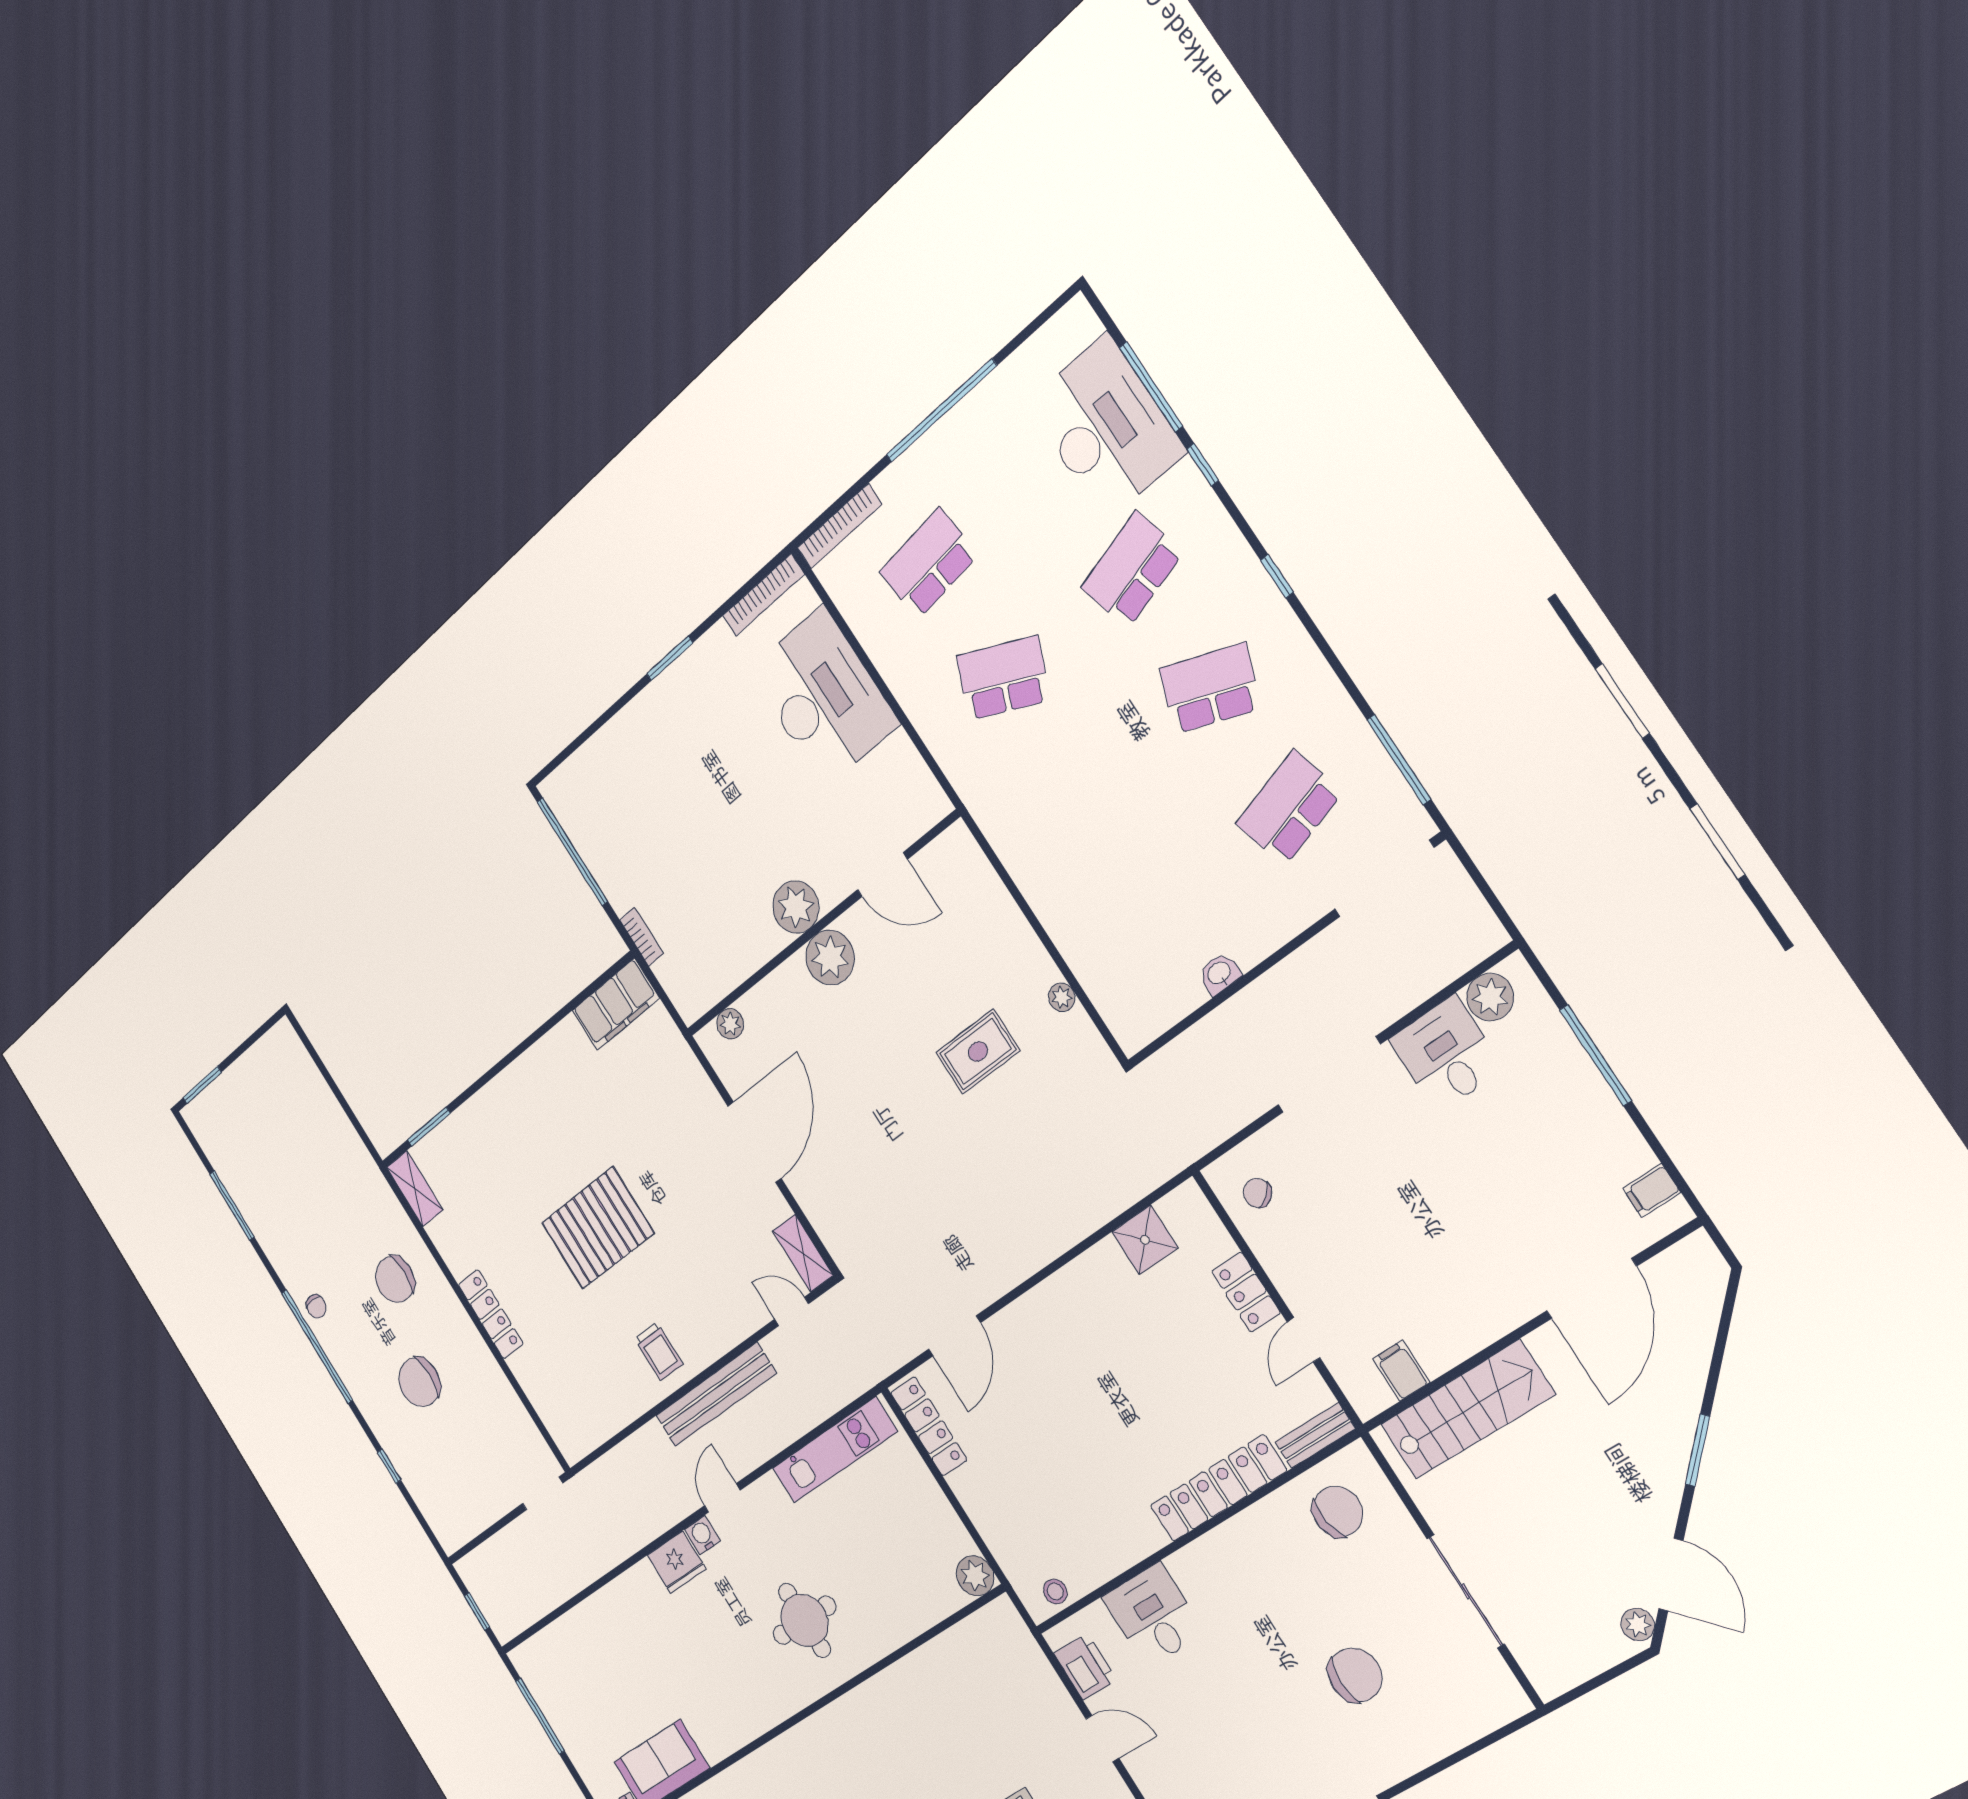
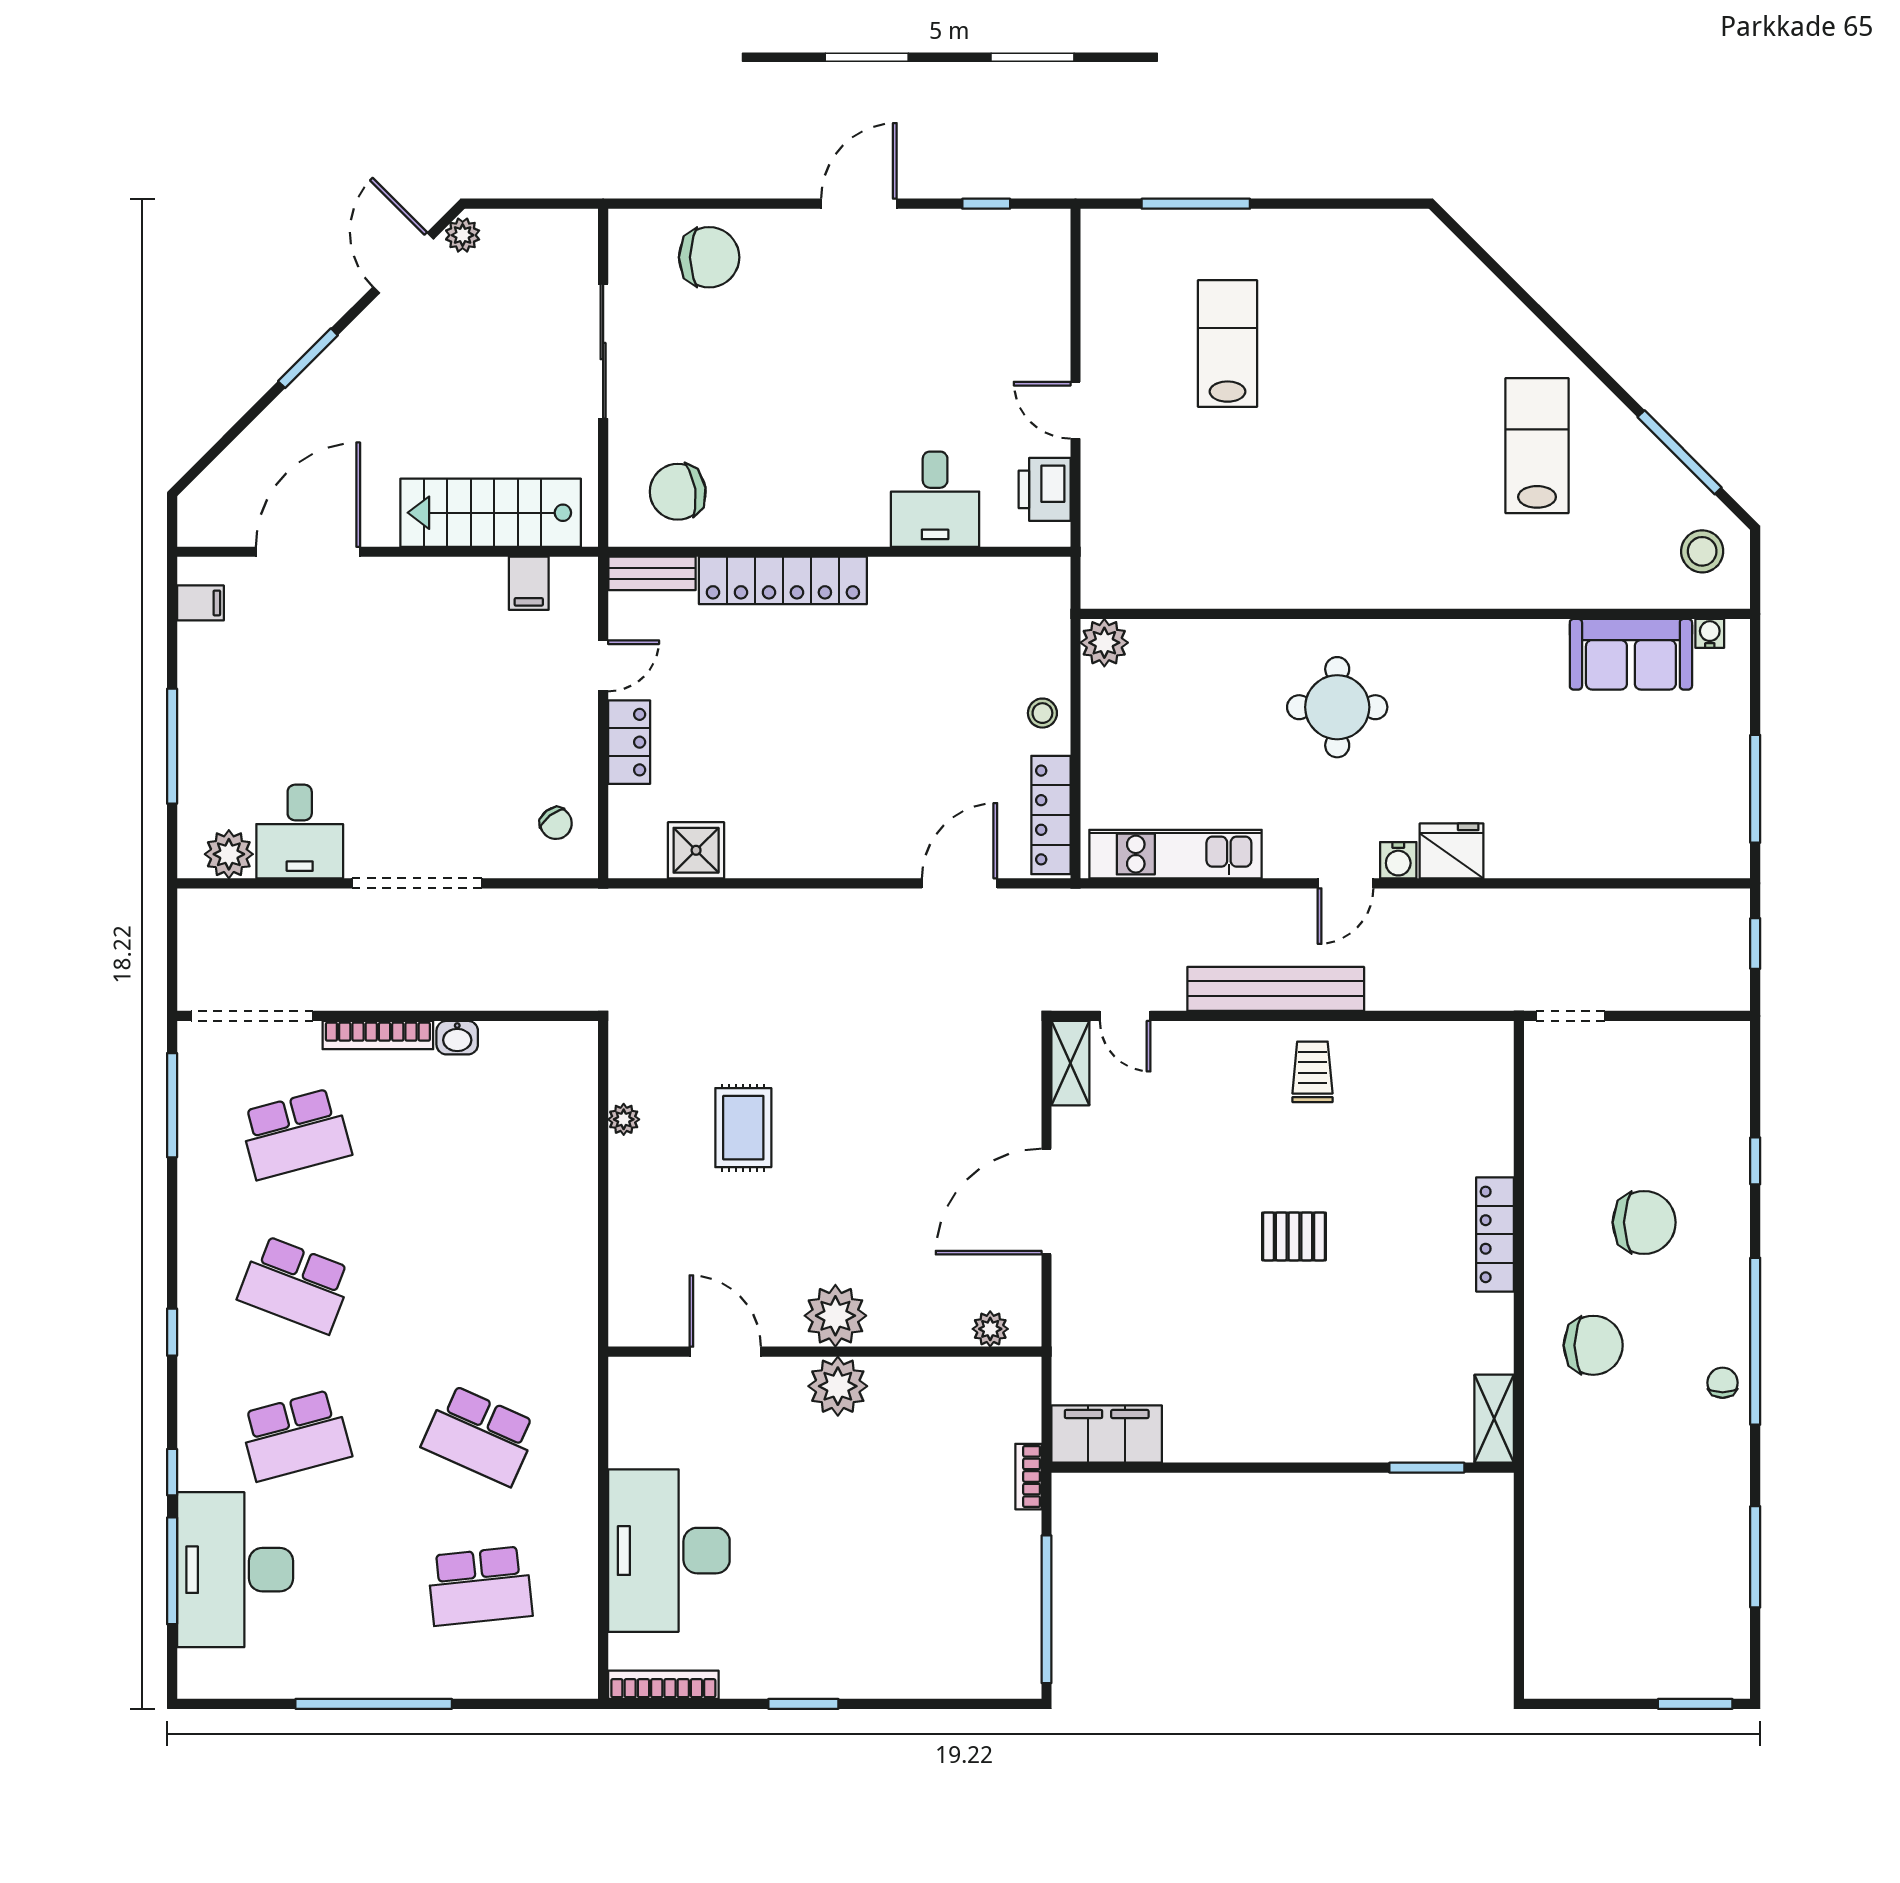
bookcase: (839, 526) -> (378, 1035), moved, turned 180
rug: (978, 1052) -> (743, 1128), turned 90
pallet: (598, 1228) -> (1294, 1236), width x0.49, depth x0.50
stool: (1055, 1591) -> (1042, 713), moved
chair: (1355, 1675) -> (709, 257), moved, turned 180

